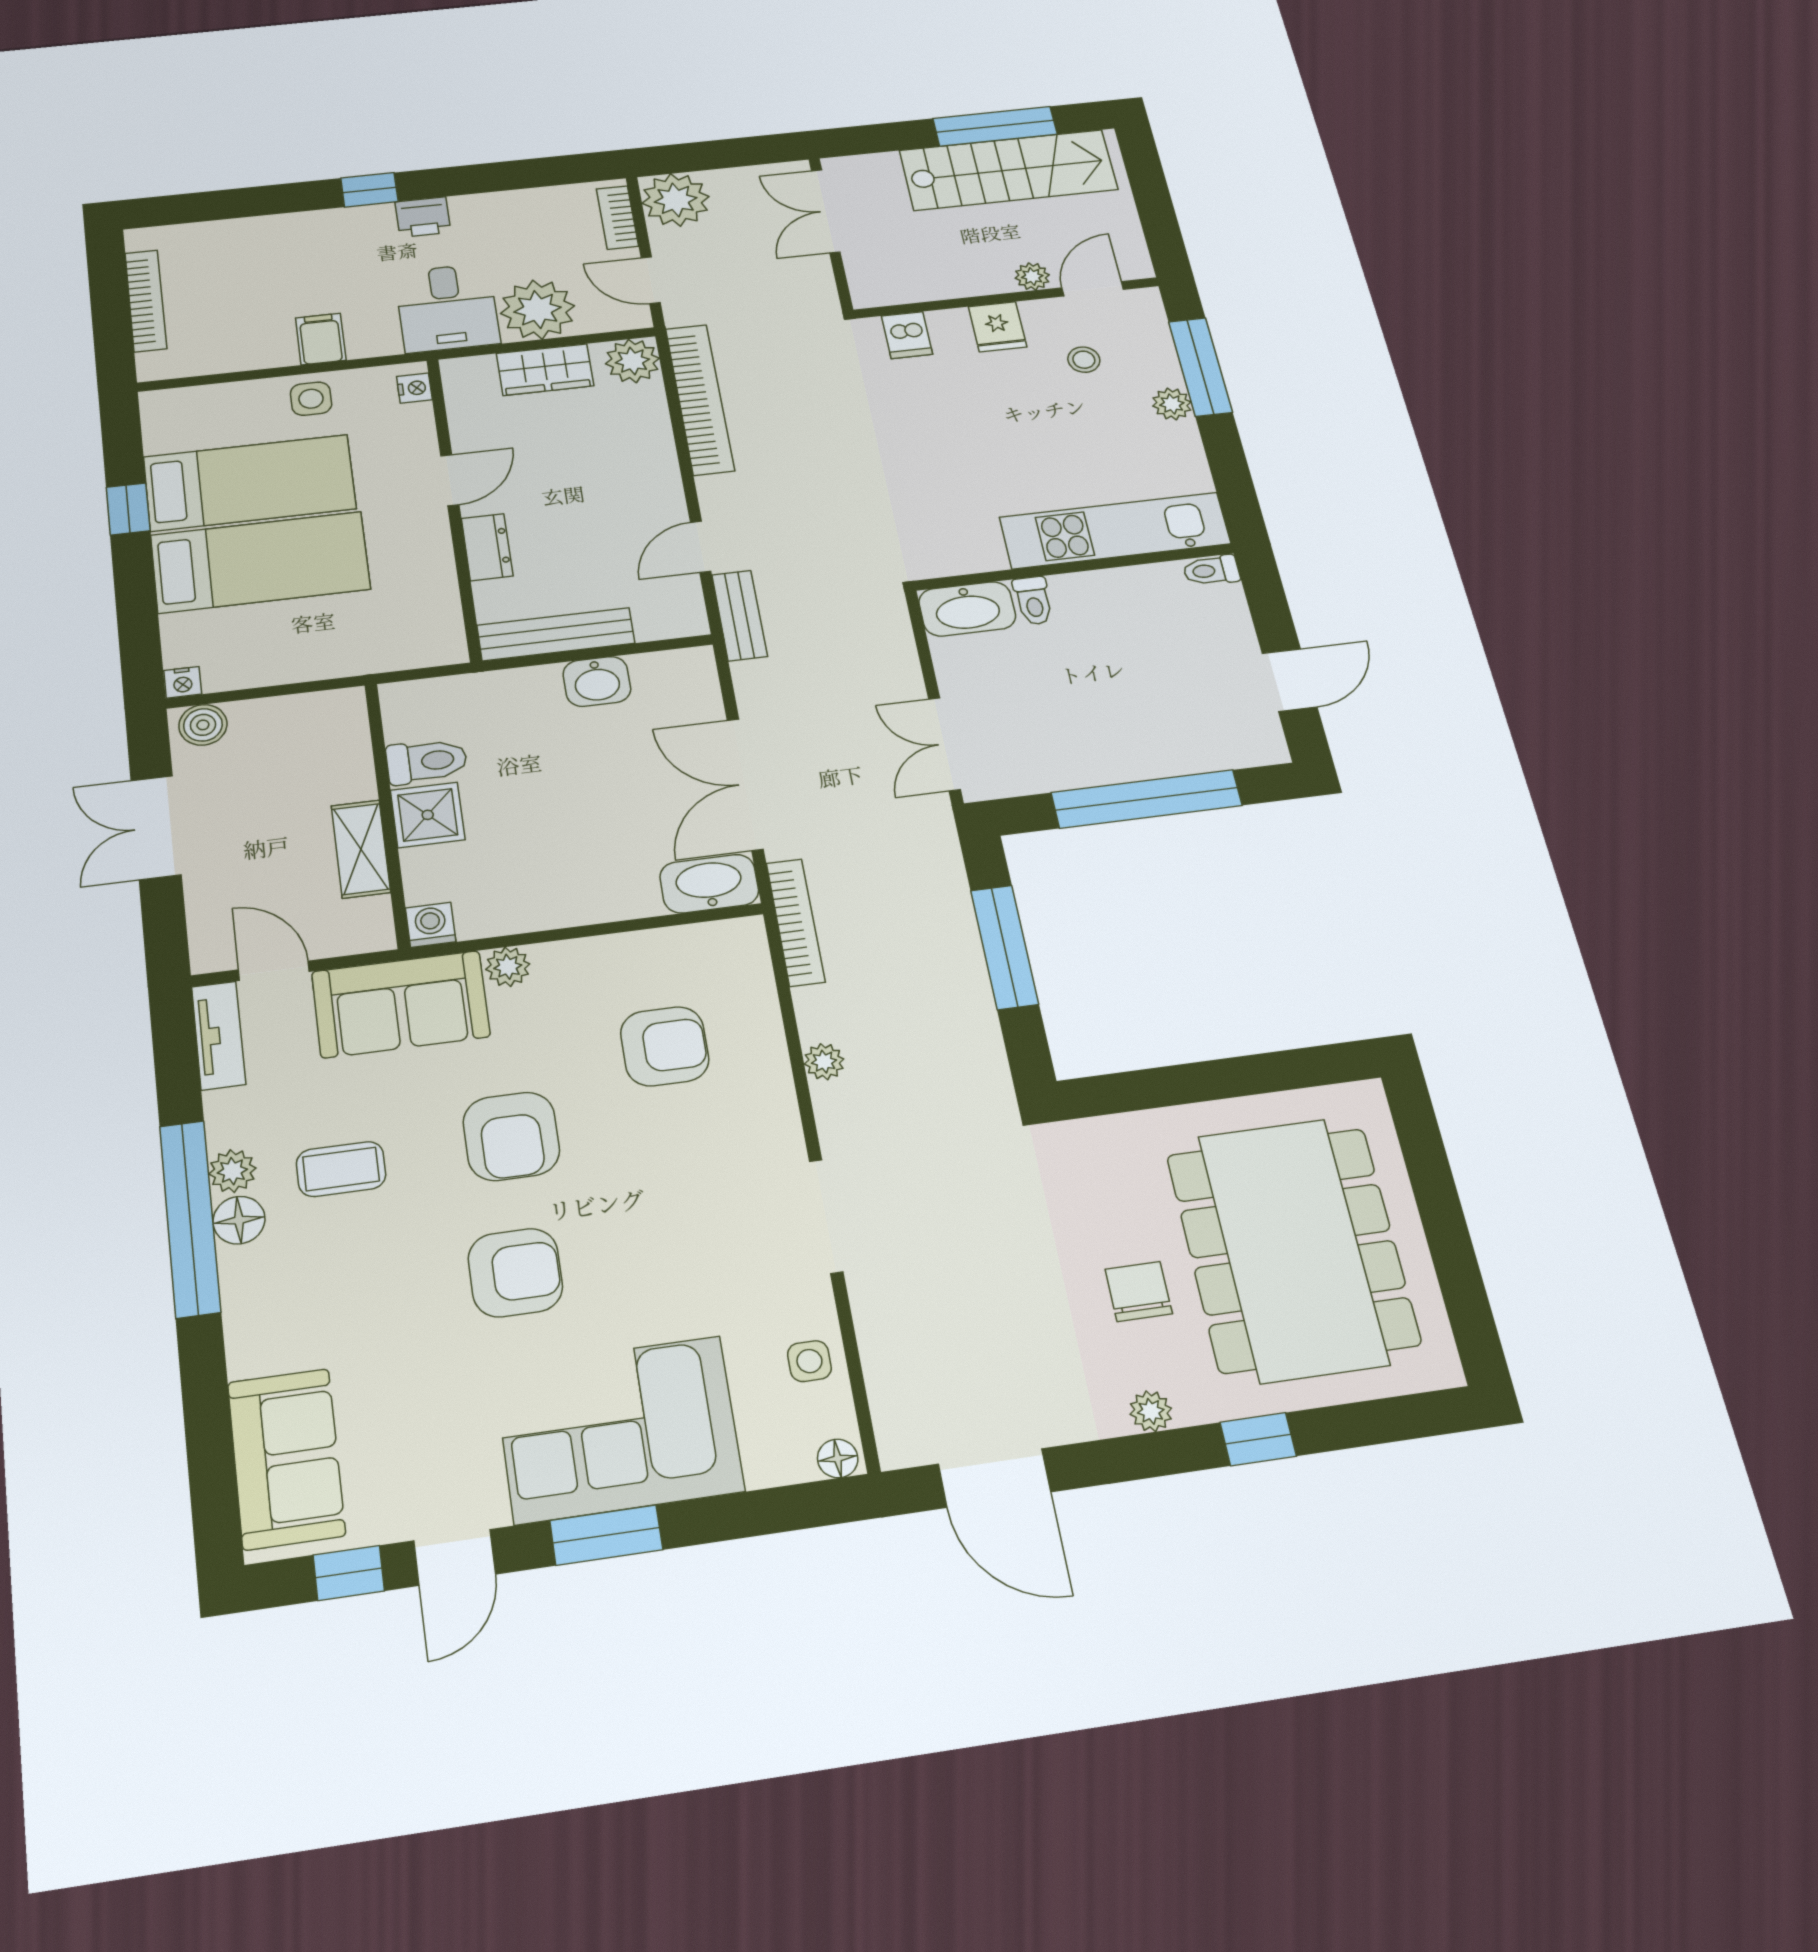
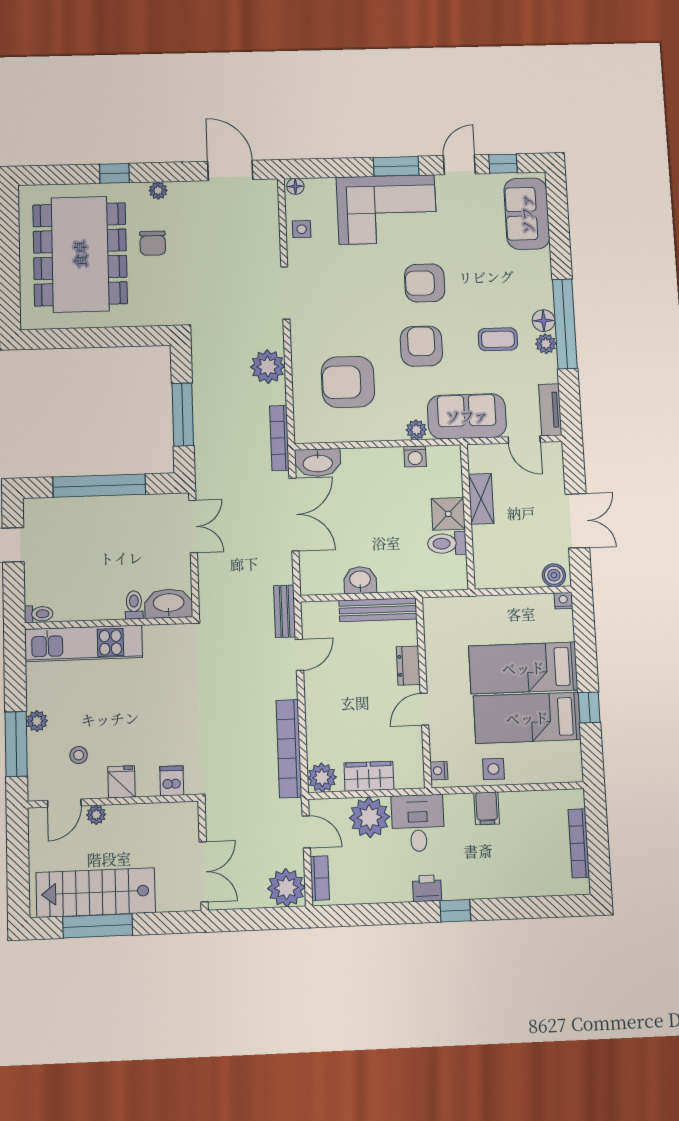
washing machine: (431, 925) -> (415, 456), moved
armchair: (665, 1046) -> (348, 382), width x1.36, depth x1.36
plant: (824, 1062) -> (268, 367), width x1.87, depth x1.87

